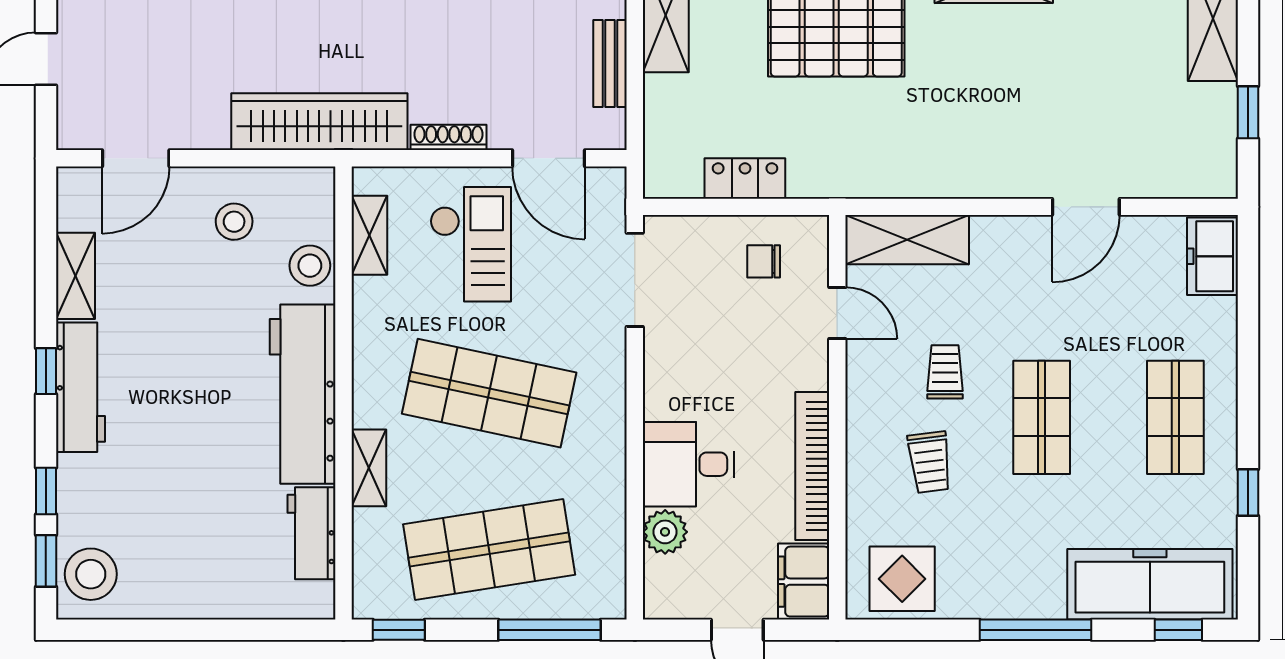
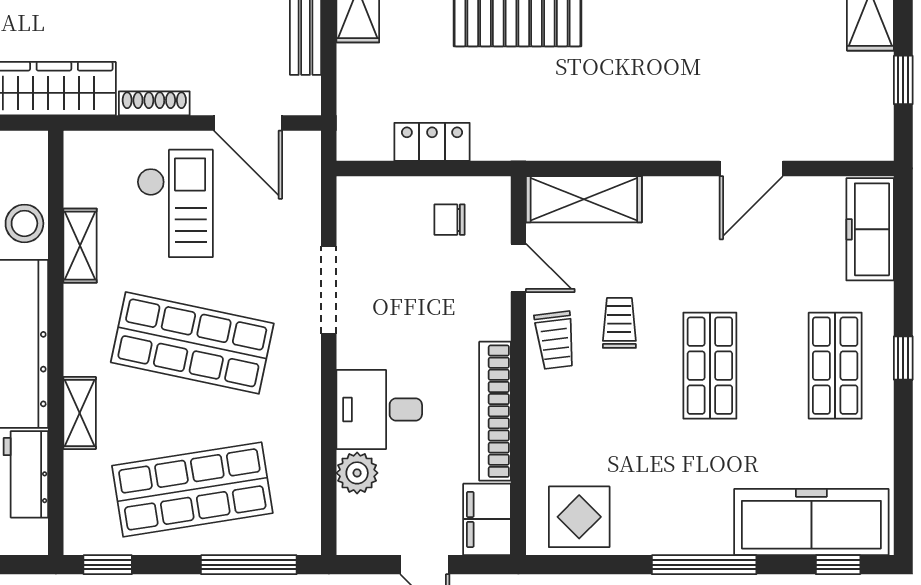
shelving: (369, 235) -> (80, 246), moved
freezer: (1213, 256) -> (870, 229), width x1.40
doorway: (635, 280) -> (329, 290), moved
trolley: (930, 462) -> (555, 340), moved
window: (1248, 493) -> (903, 358), moved

